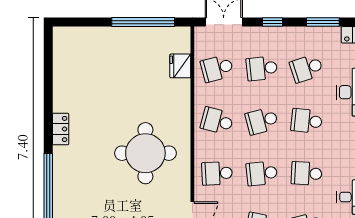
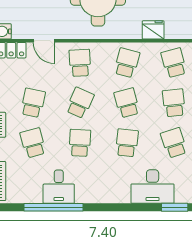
fridge: (180, 66) -> (153, 30), moved
school desk: (262, 173) -> (80, 103), turned 30

